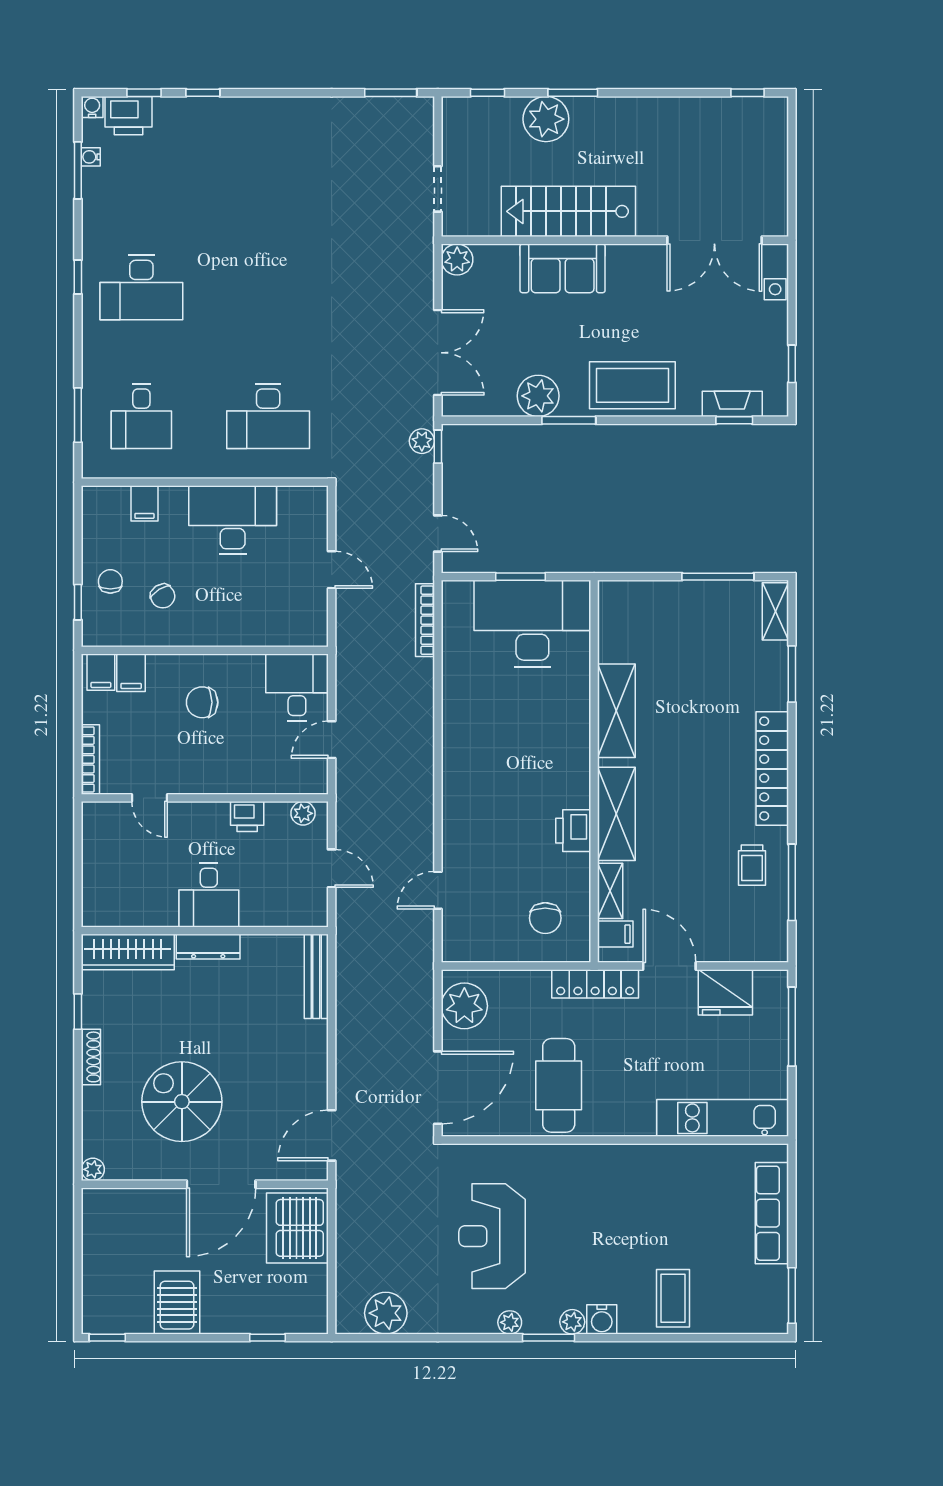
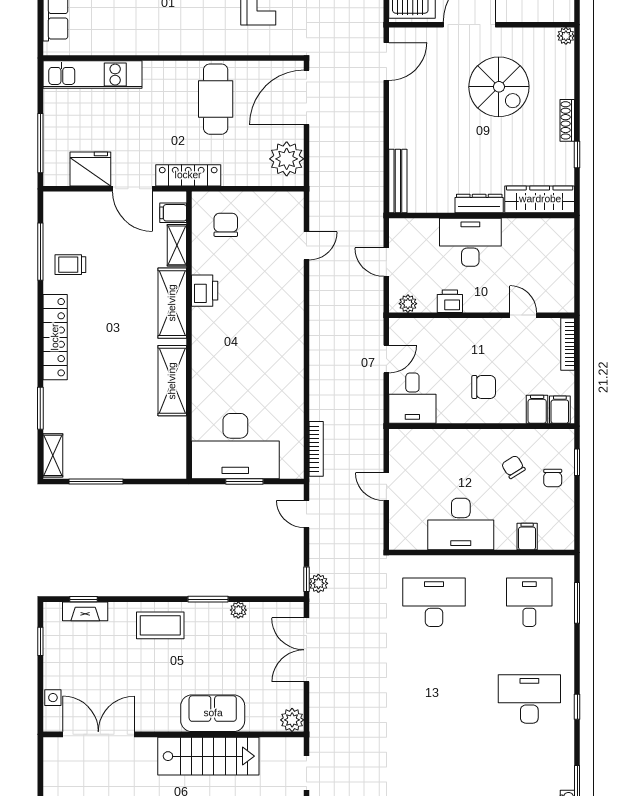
coffee table: (632, 385) -> (160, 625), width x0.73, depth x0.76
plant: (538, 396) -> (238, 610), width x0.53, depth x0.53
trolley: (752, 865) -> (70, 265), turned -90
desk: (209, 895) -> (470, 242), width x1.37

